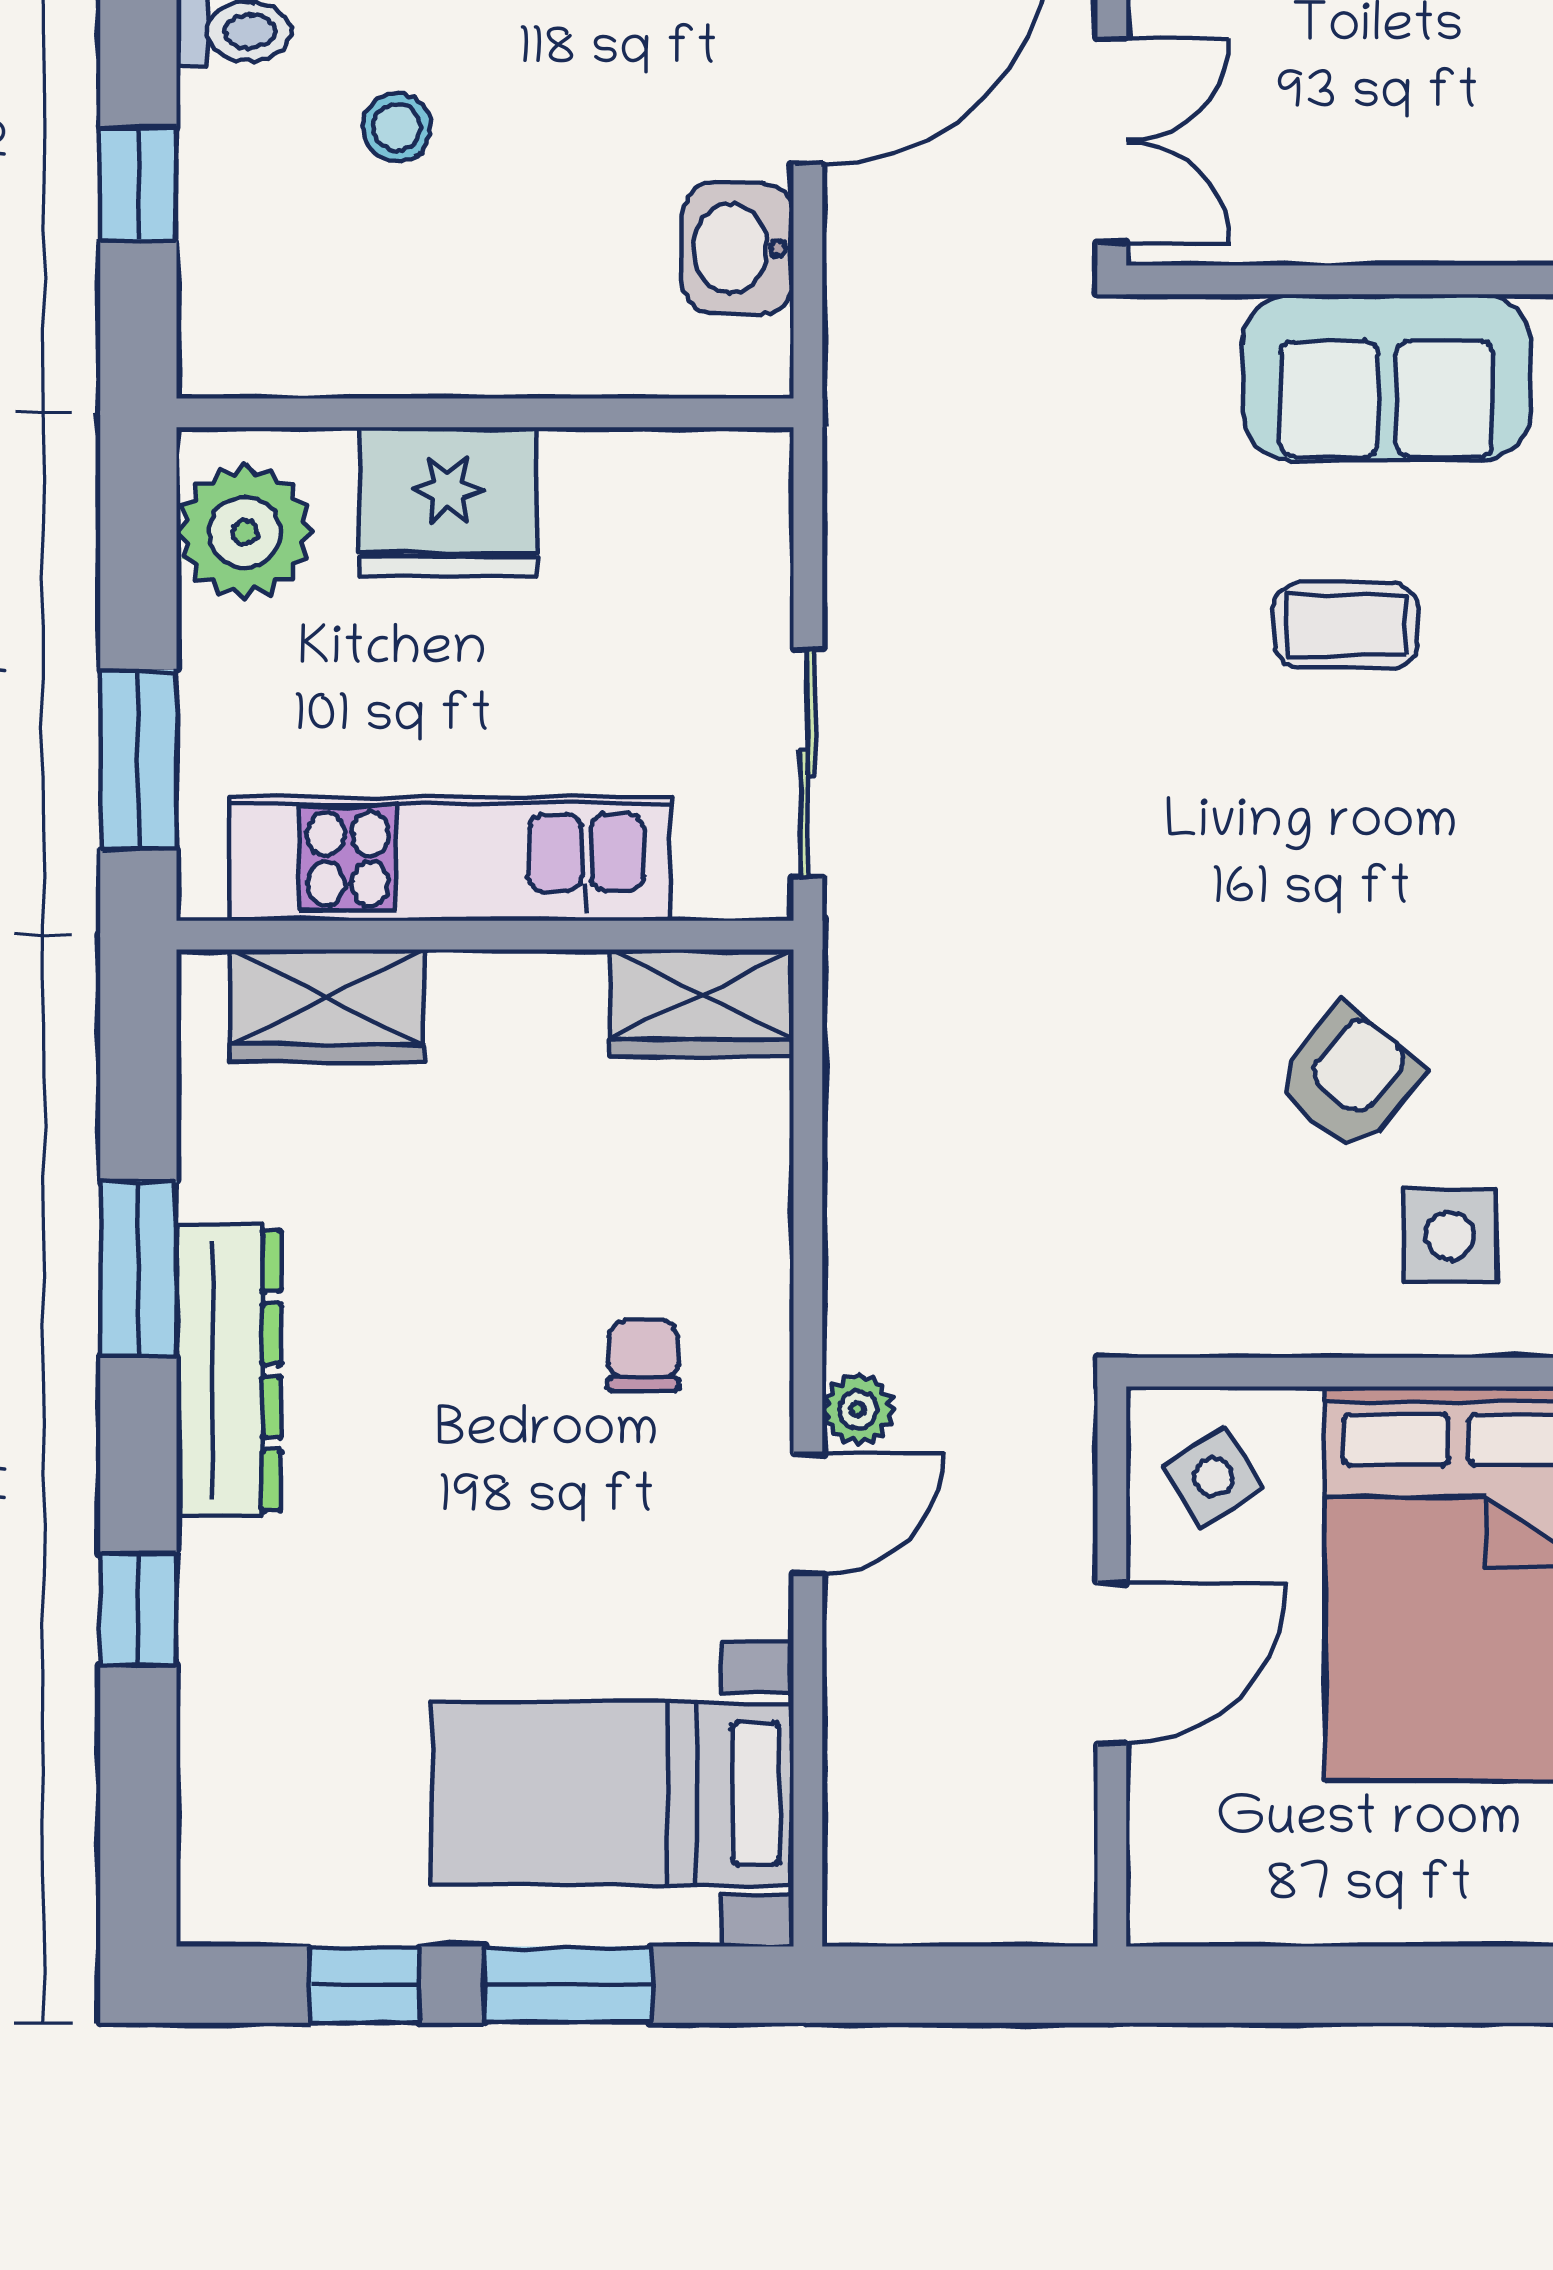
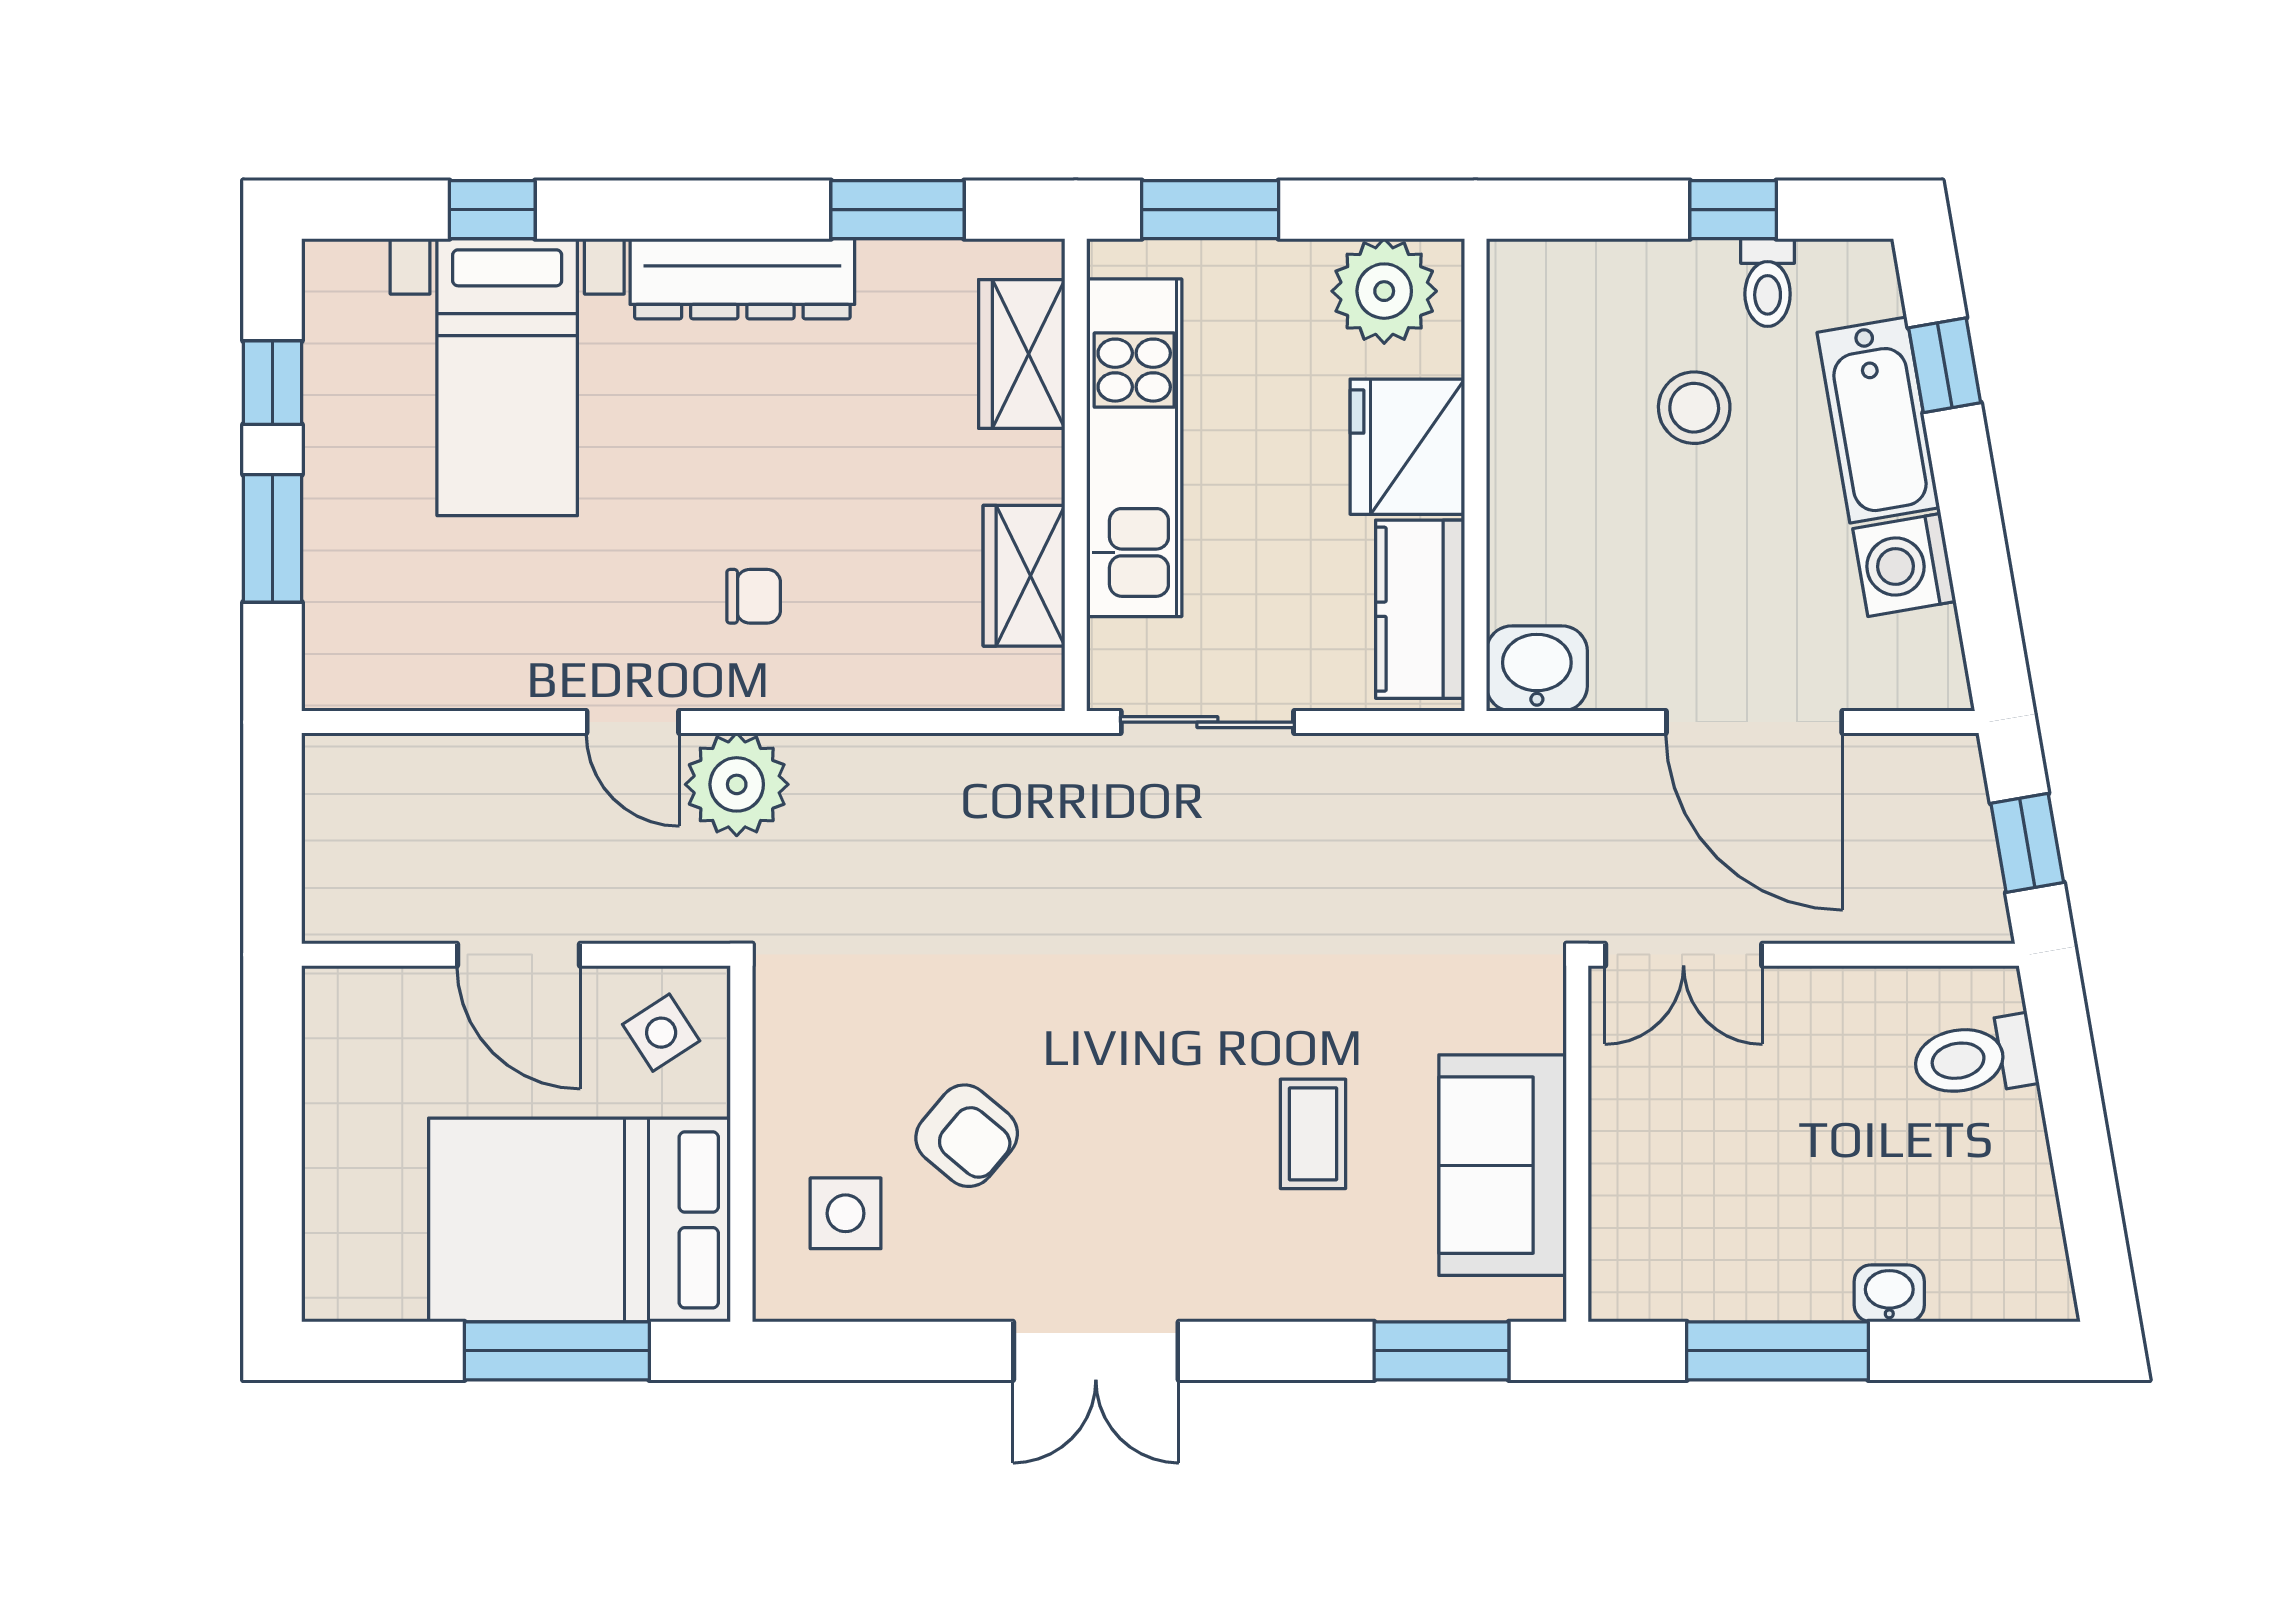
stool: (397, 127) -> (1694, 408), width x1.37, depth x1.37
window: (138, 184) -> (1733, 210), moved
washbasin: (738, 248) -> (1537, 668), moved
kitchen counter: (660, 485) -> (1420, 609), added
wardrobe: (702, 1003) -> (1024, 576), moved
window: (138, 1268) -> (898, 210), moved
plant: (858, 1409) -> (737, 784), width x1.88, depth x1.88
window: (138, 1609) -> (492, 210), moved
bed with nightstands: (613, 1794) -> (507, 377), moved, turned 180

